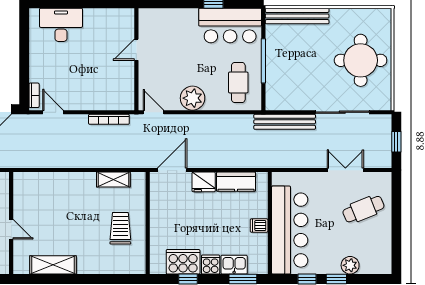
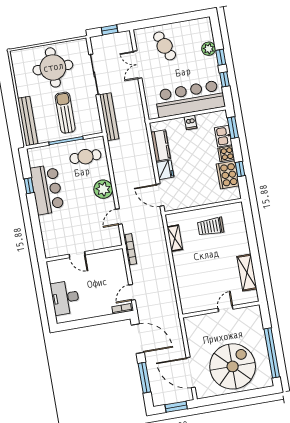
bar counter: (230, 26) -> (47, 189), moved
door: (136, 50) -> (77, 255), moved
wall: (136, 59) -> (84, 253), moved
sun lounger: (300, 66) -> (65, 113), added

